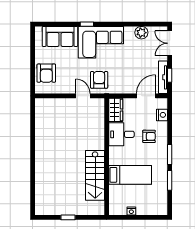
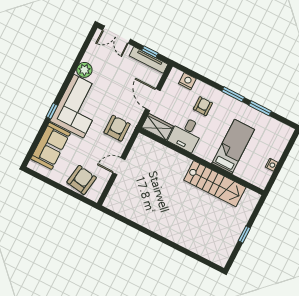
plant: (141, 33) -> (84, 70), moved
armchair: (46, 73) -> (82, 180), turned -81
armchair: (99, 80) -> (117, 128), turned 90
door: (83, 96) -> (119, 166), moved
door: (146, 96) -> (153, 100), moved

